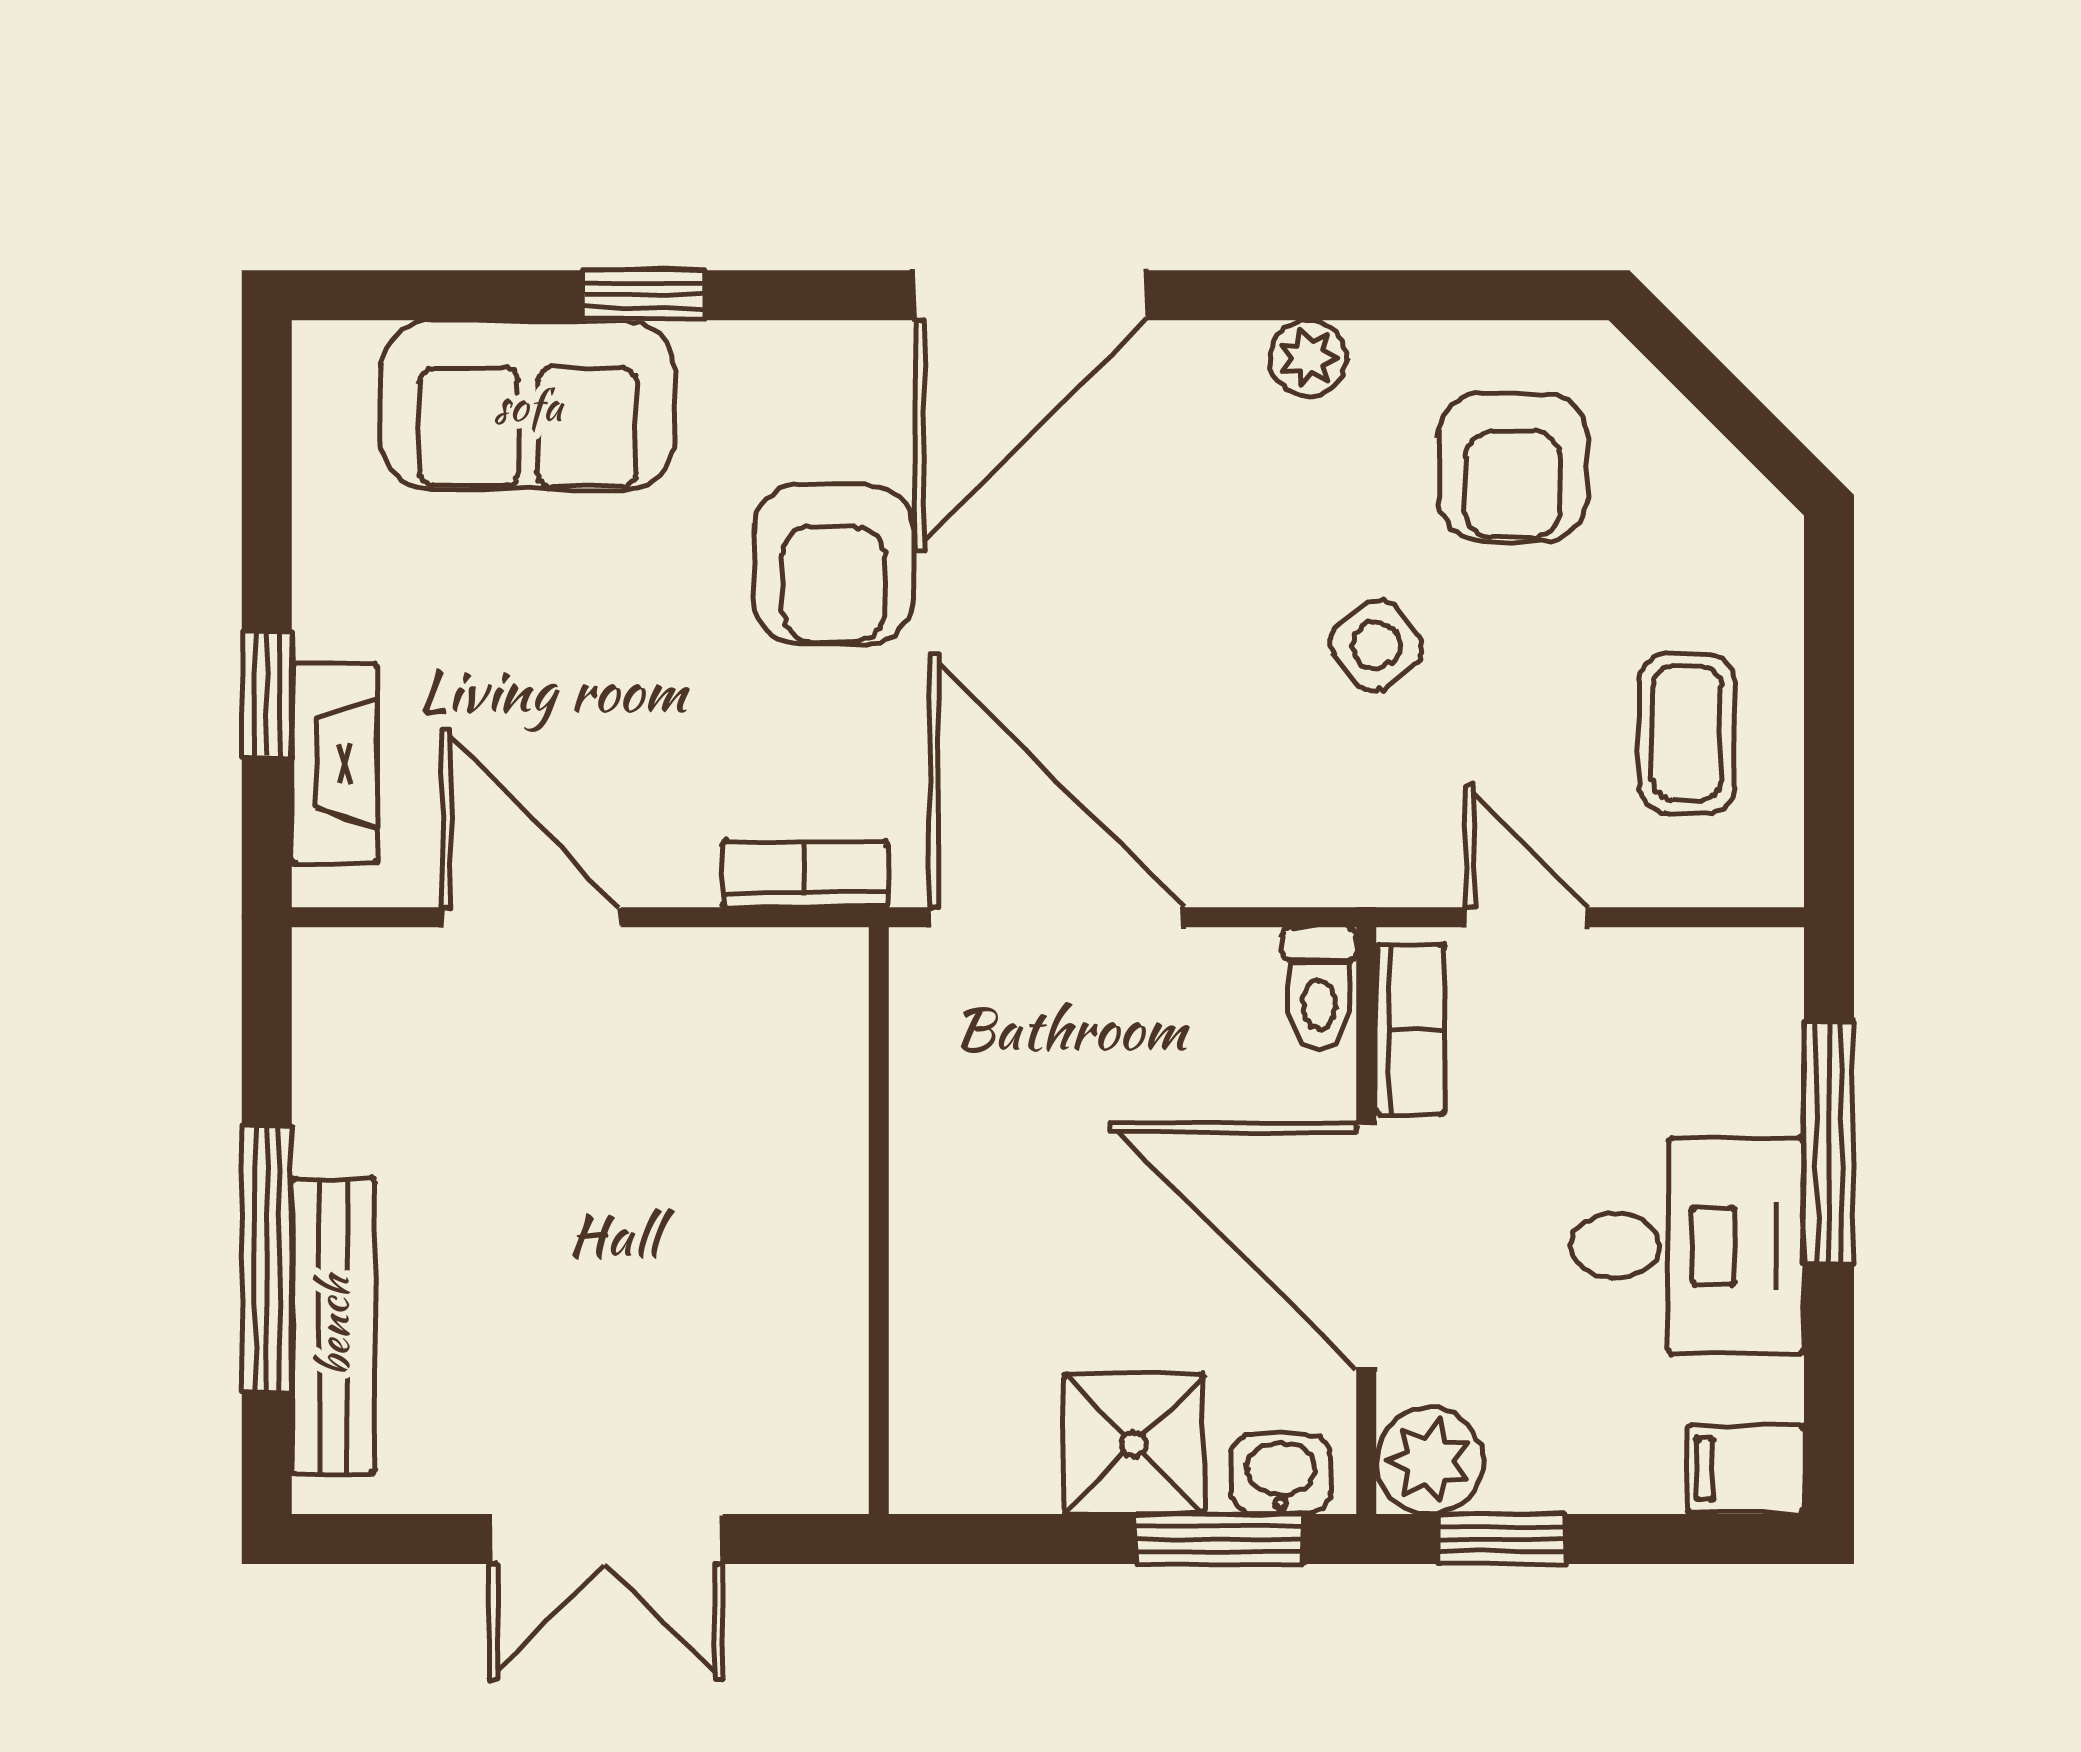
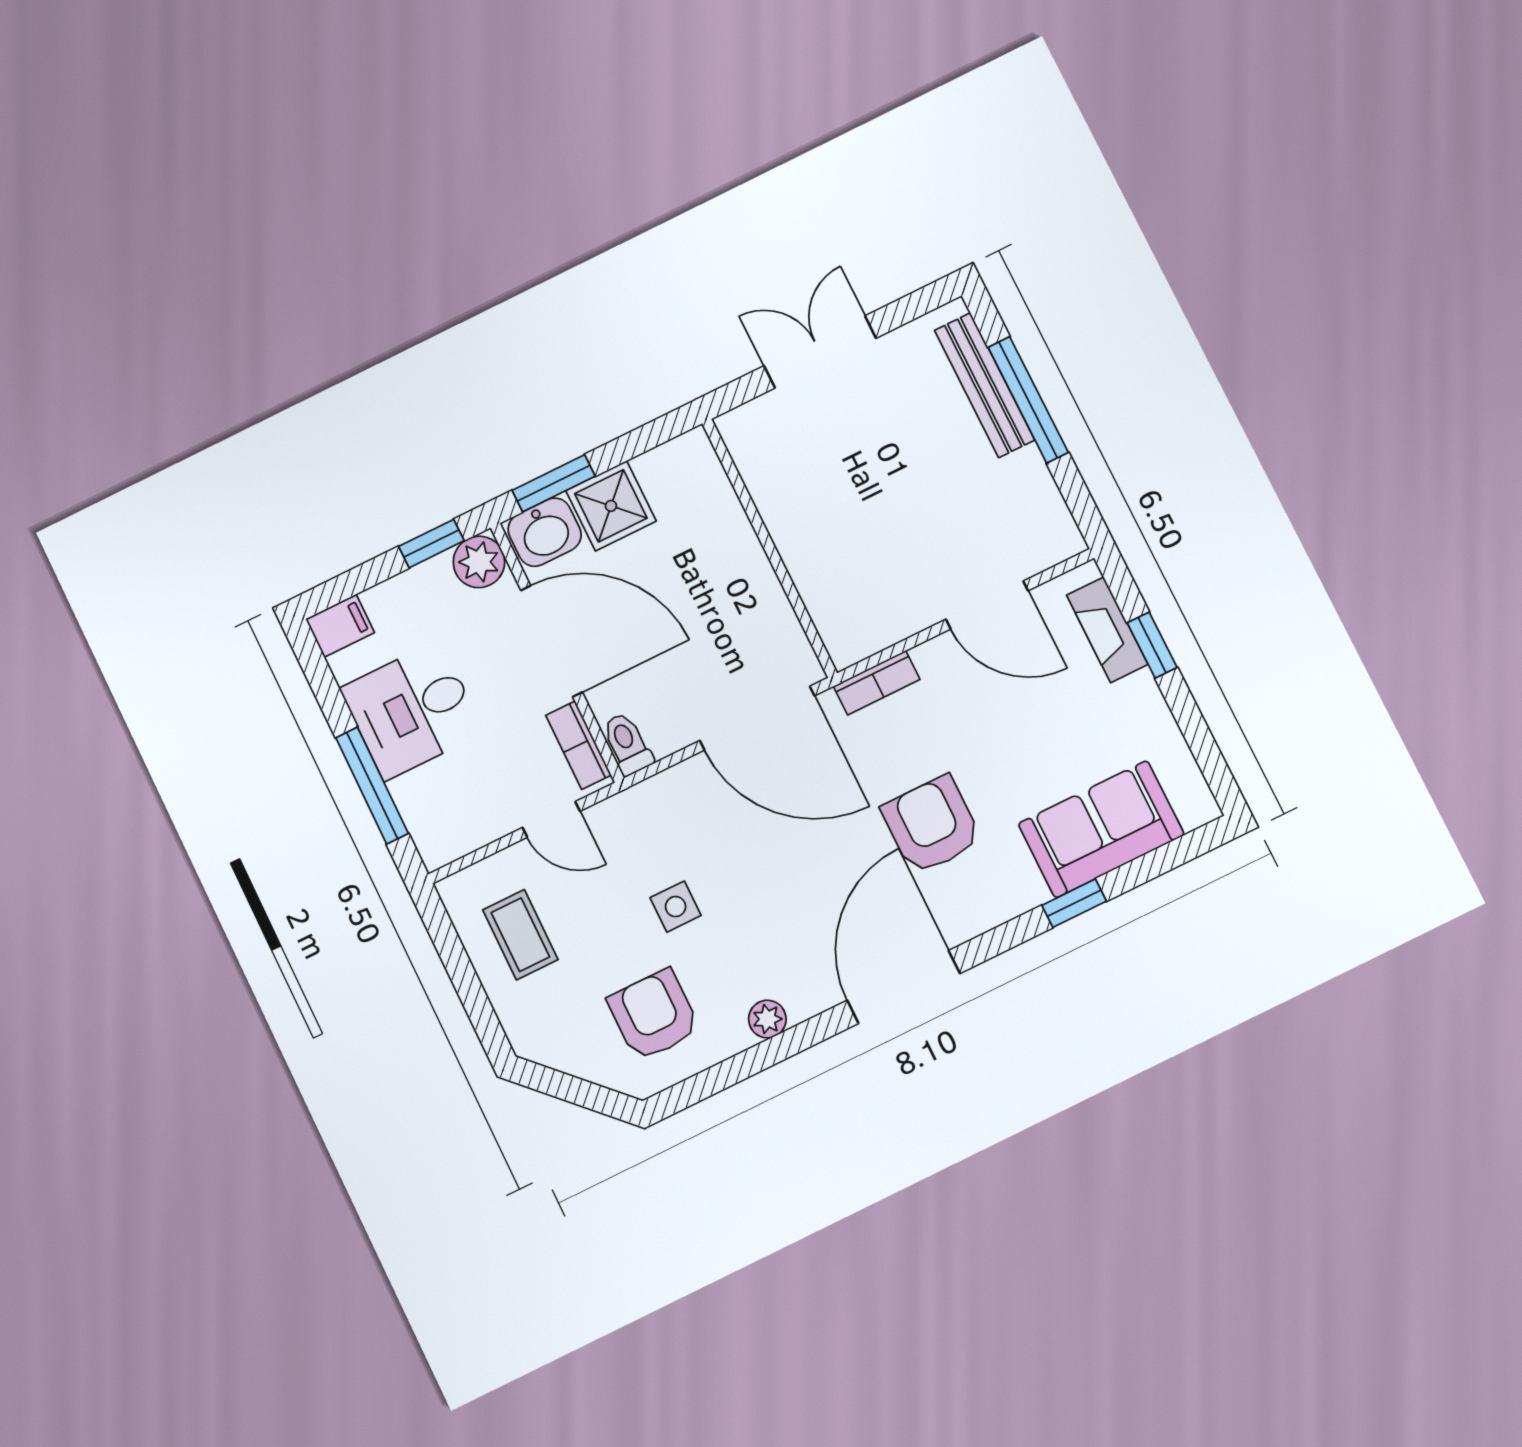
side table: (1376, 645) -> (676, 907), turned 36
washbasin: (1281, 1474) -> (545, 532), width x1.38, depth x1.45

